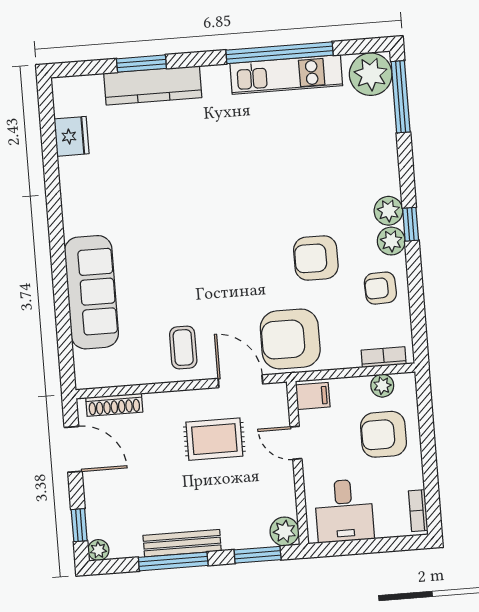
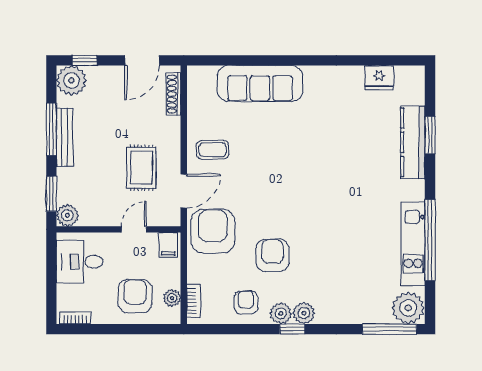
plant: (98, 550) -> (71, 80), width x1.88, depth x1.88

